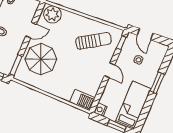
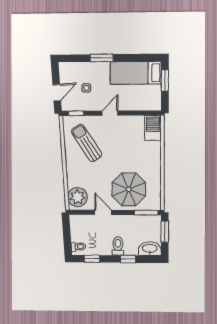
nightstand: (100, 110) -> (155, 105), removed

